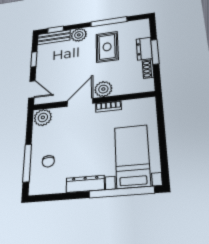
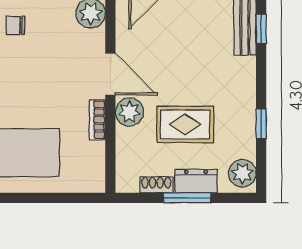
window: (109, 22) -> (261, 124), width x0.46
plant: (79, 35) -> (242, 173), moved
rug: (107, 47) -> (185, 124), moved

